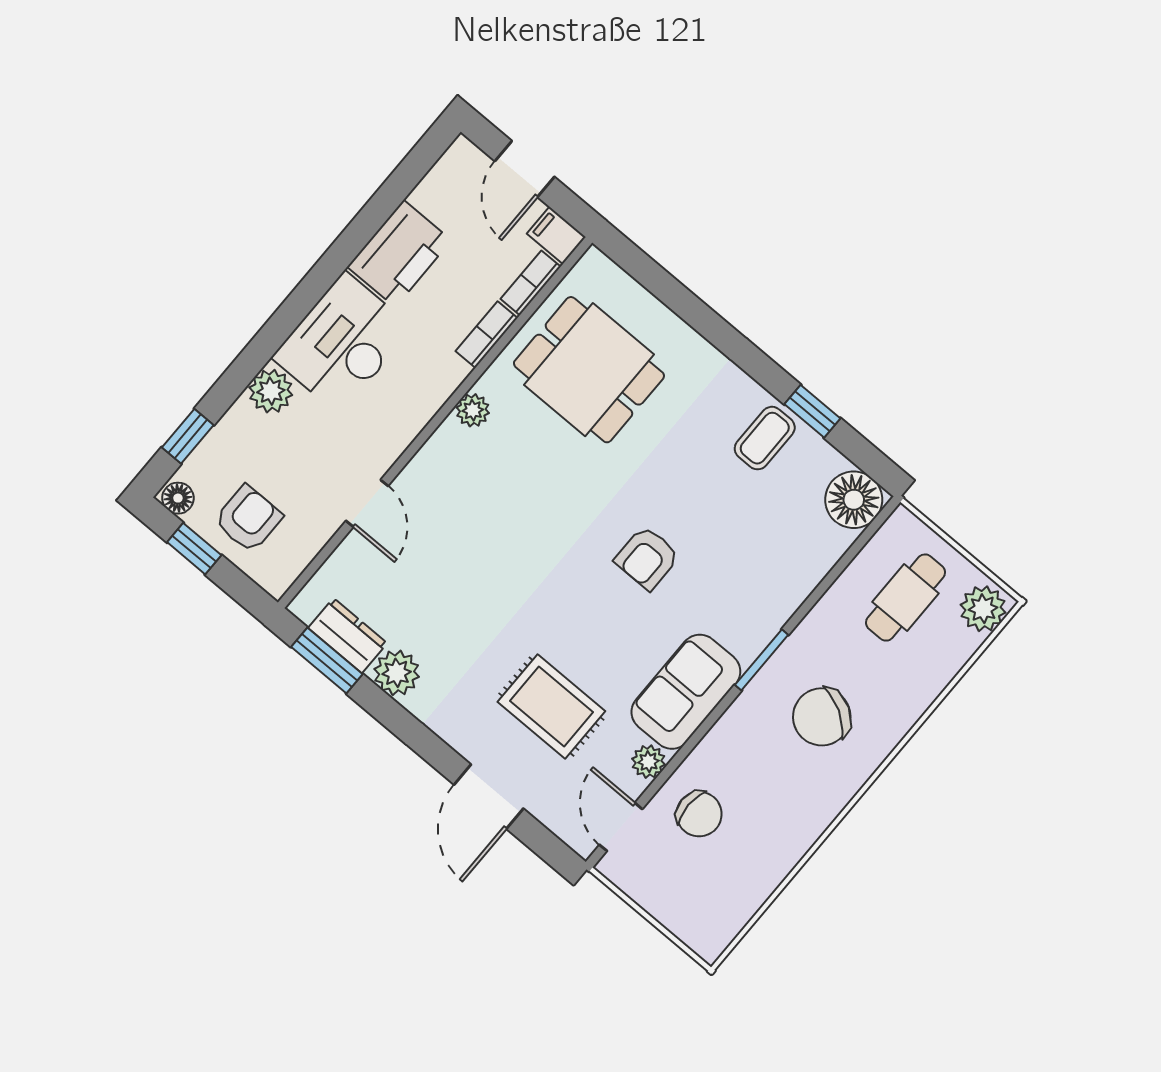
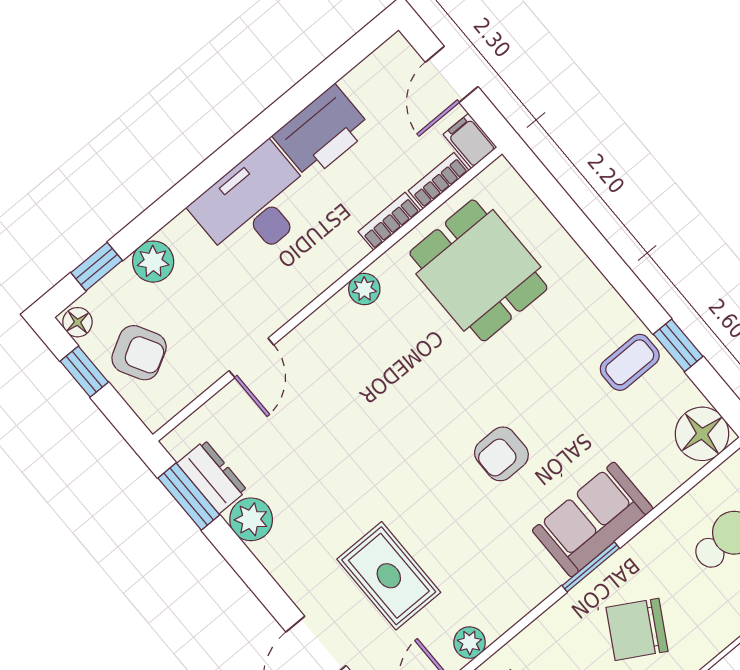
plant: (271, 391) -> (153, 262), moved
armchair: (248, 519) -> (139, 353), turned 61
sofa: (686, 692) -> (593, 520), moved

